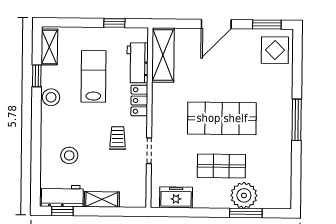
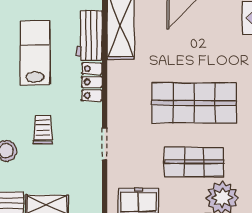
trolley: (118, 138) -> (43, 130), moved

